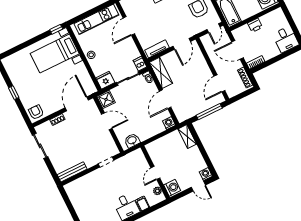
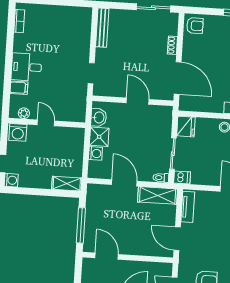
shower: (106, 99) -> (99, 137), moved
door: (107, 121) -> (138, 101), swing flipped
washing machine: (169, 123) -> (95, 153), moved

